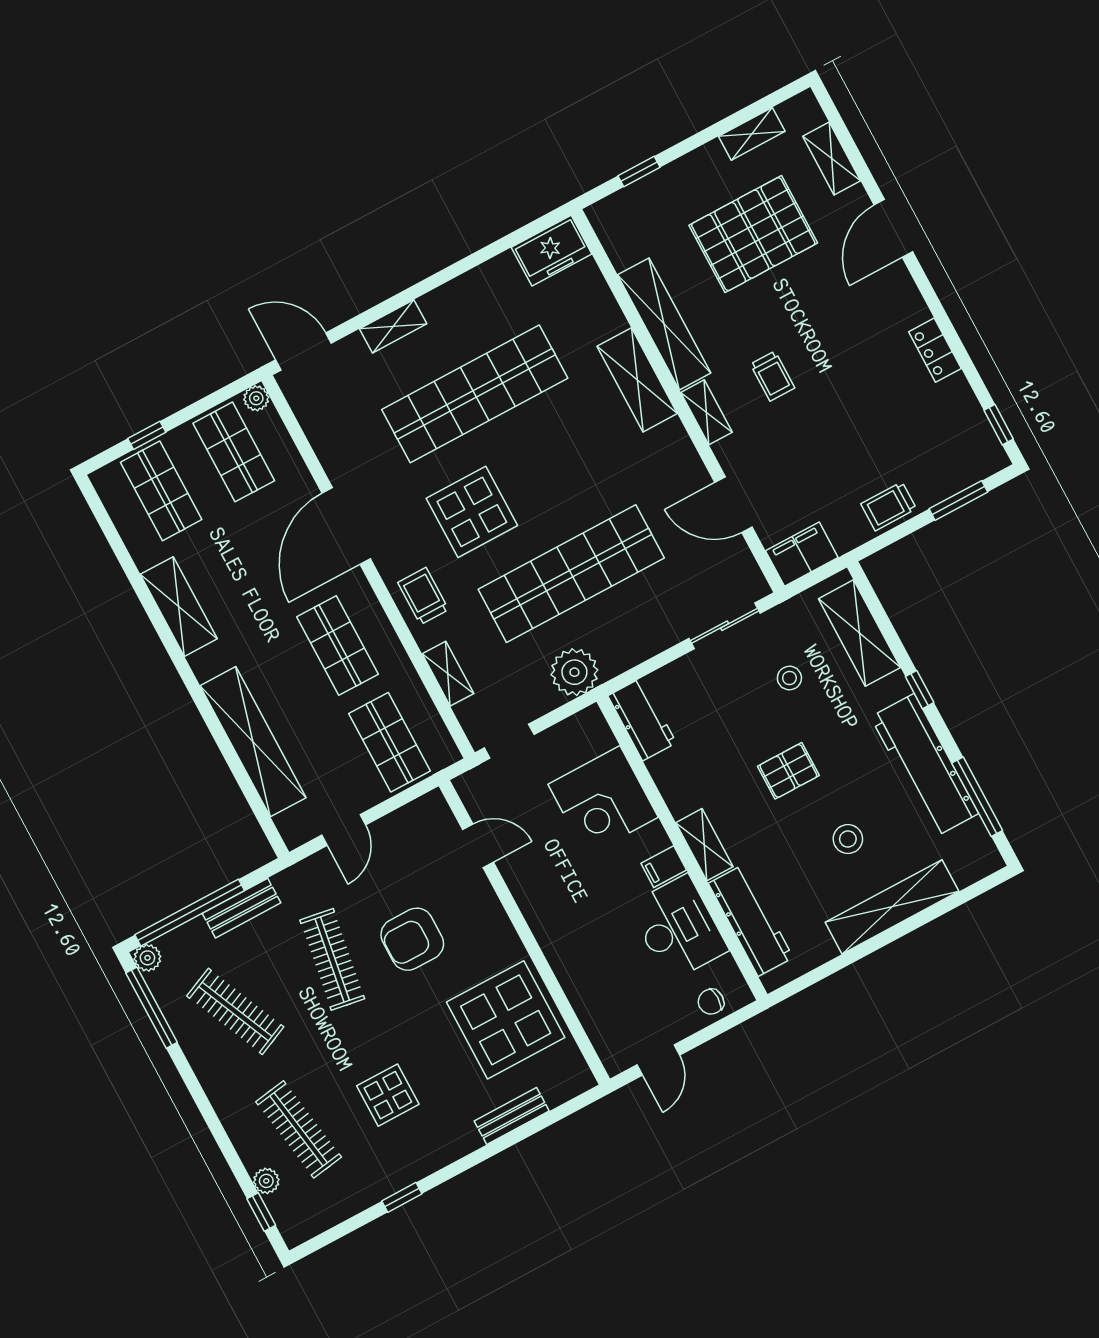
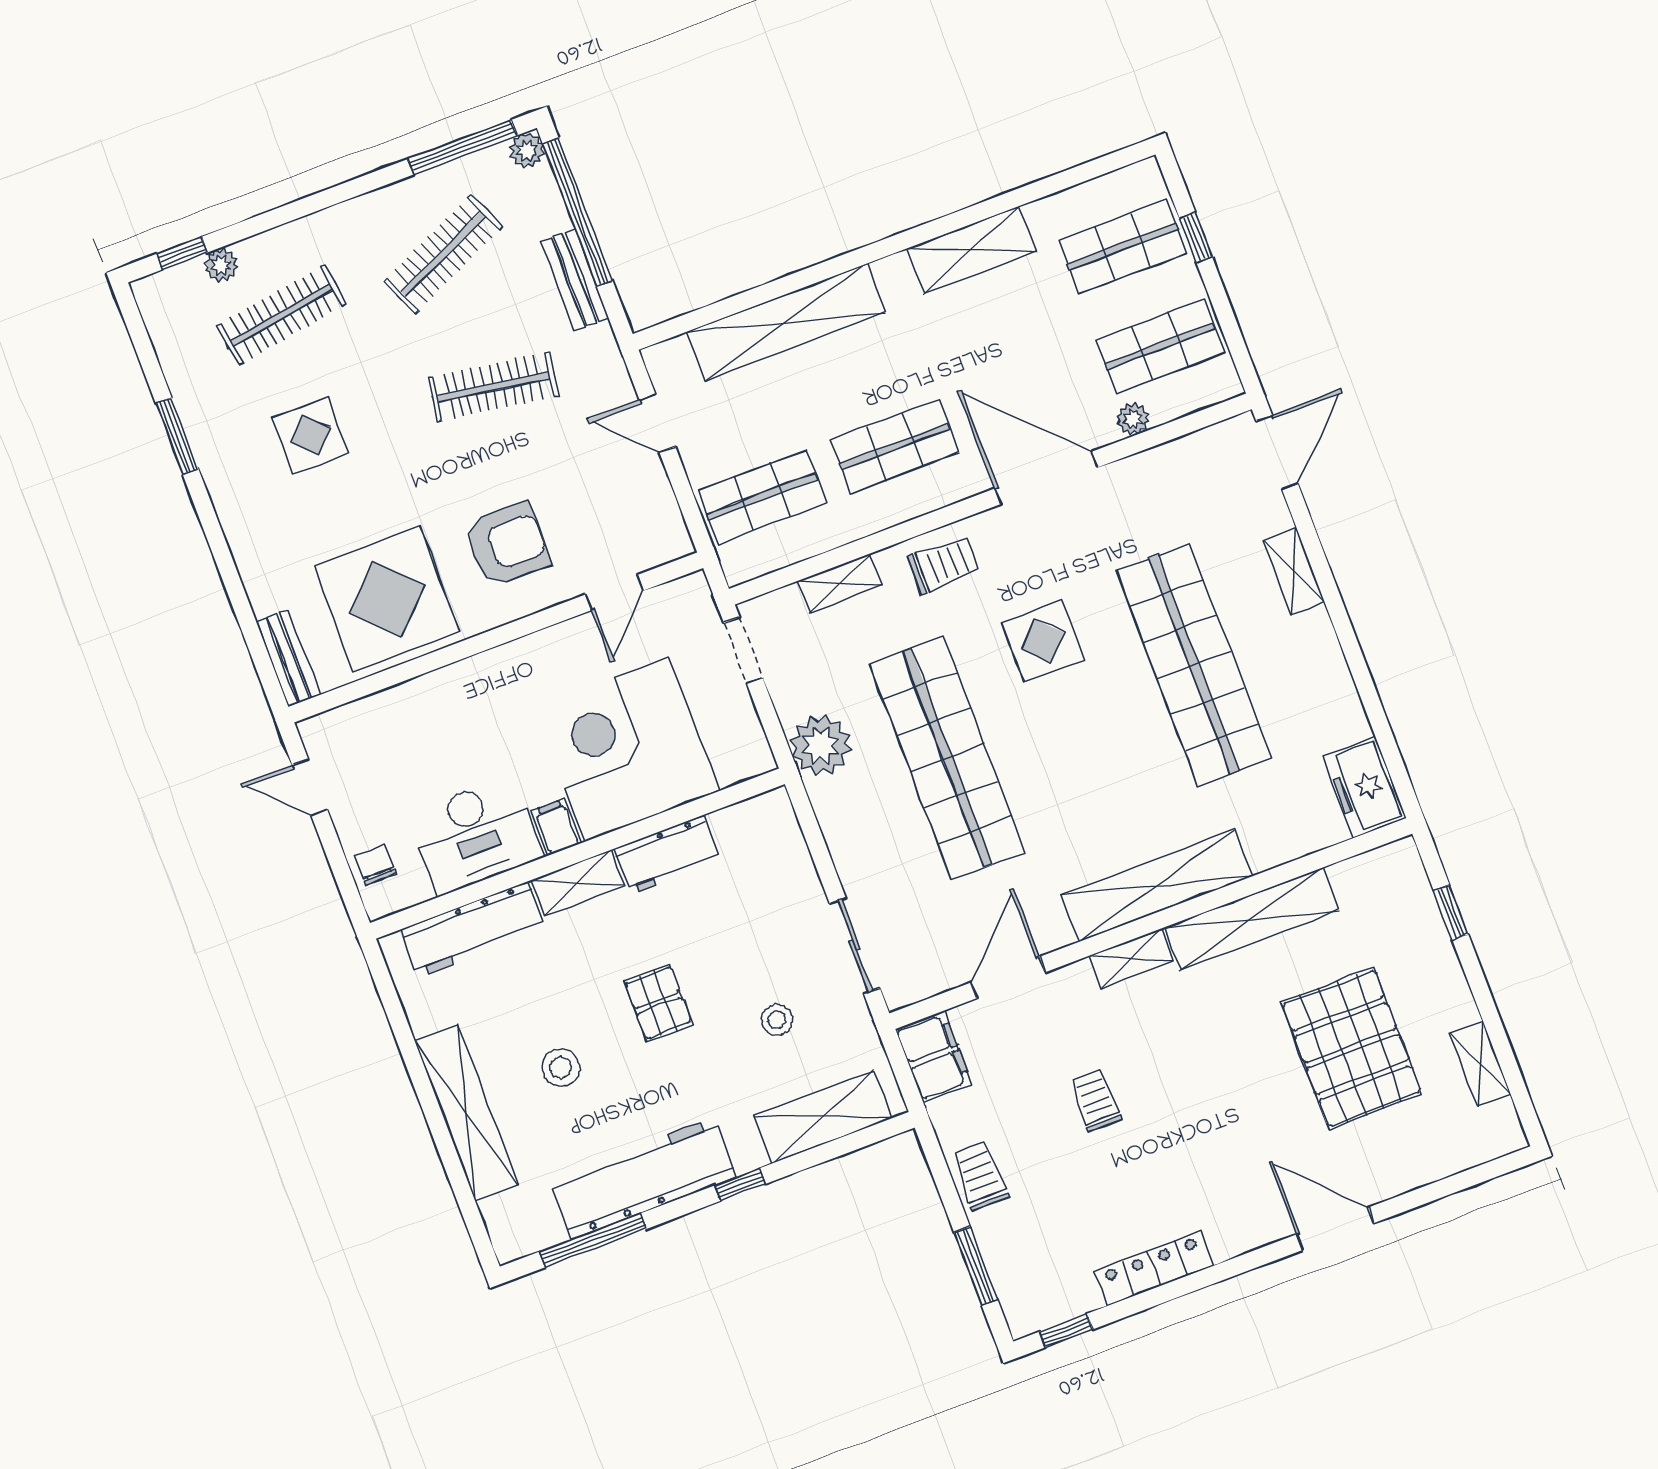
shelving: (832, 158) -> (1435, 1161), removed
locker: (935, 350) -> (1154, 1268), width x1.53
trolley: (772, 376) -> (1096, 1100), moved, turned 90
shelving: (637, 380) -> (1157, 886), width x1.47
plant: (256, 398) -> (1133, 419), moved
display table: (472, 512) -> (1043, 641), width x0.73, depth x0.73
workbench: (642, 719) -> (668, 855), moved
corner desk: (603, 801) -> (627, 749), width x1.36, depth x1.36
armchair: (412, 939) -> (507, 545), moved, turned 90
bench: (512, 1116) -> (288, 658), moved
window: (402, 1197) -> (177, 436), width x1.50

